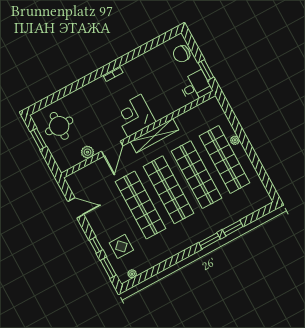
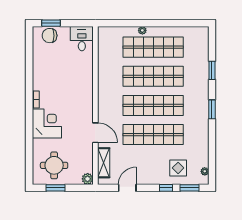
chair: (182, 54) -> (50, 36), turned 90
window: (206, 70) -> (51, 23), moved
corner desk: (134, 116) -> (47, 123), moved, turned 180
shelving: (155, 136) -> (104, 163), moved, width x0.68
plant: (87, 152) -> (88, 179), moved
window: (209, 241) -> (212, 109), moved

